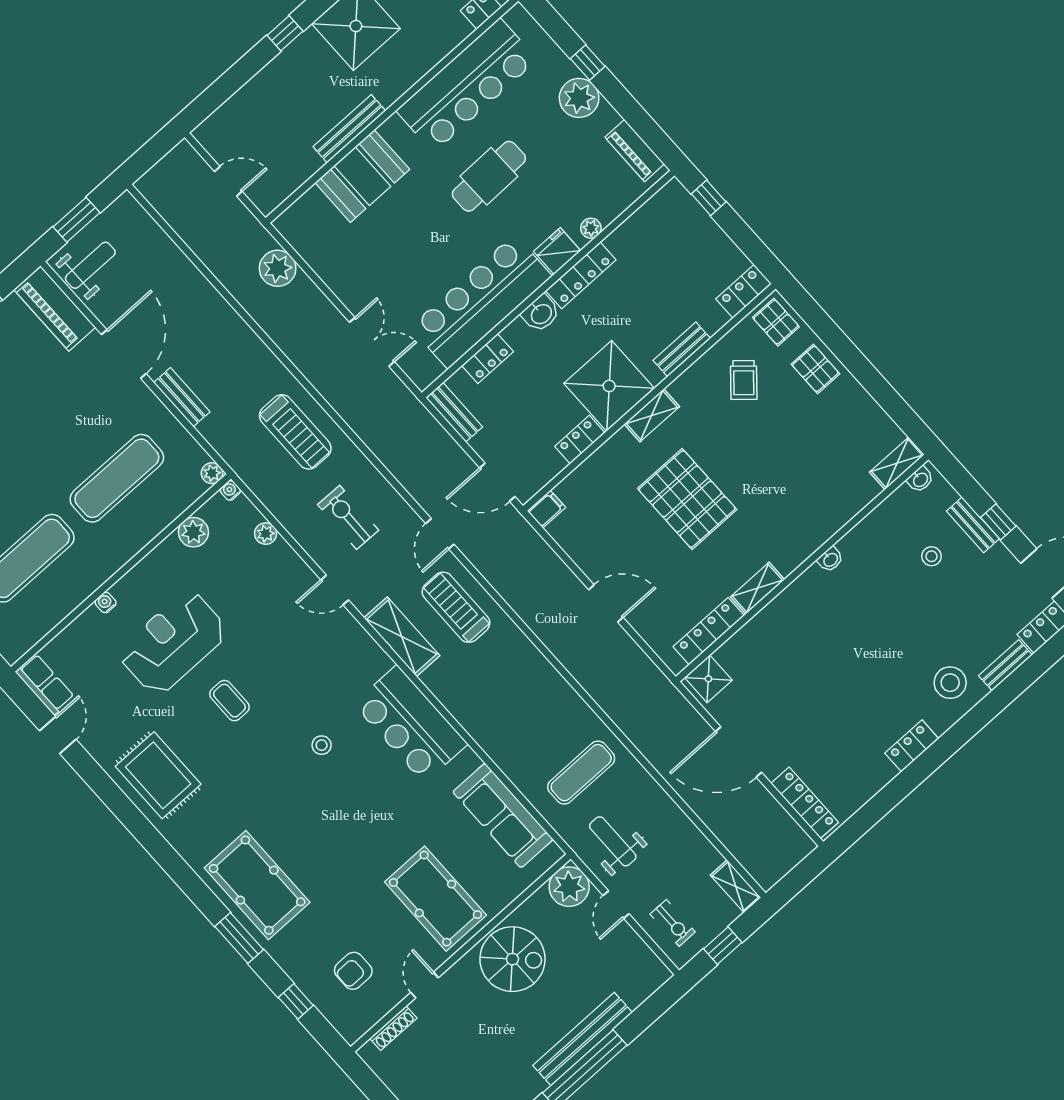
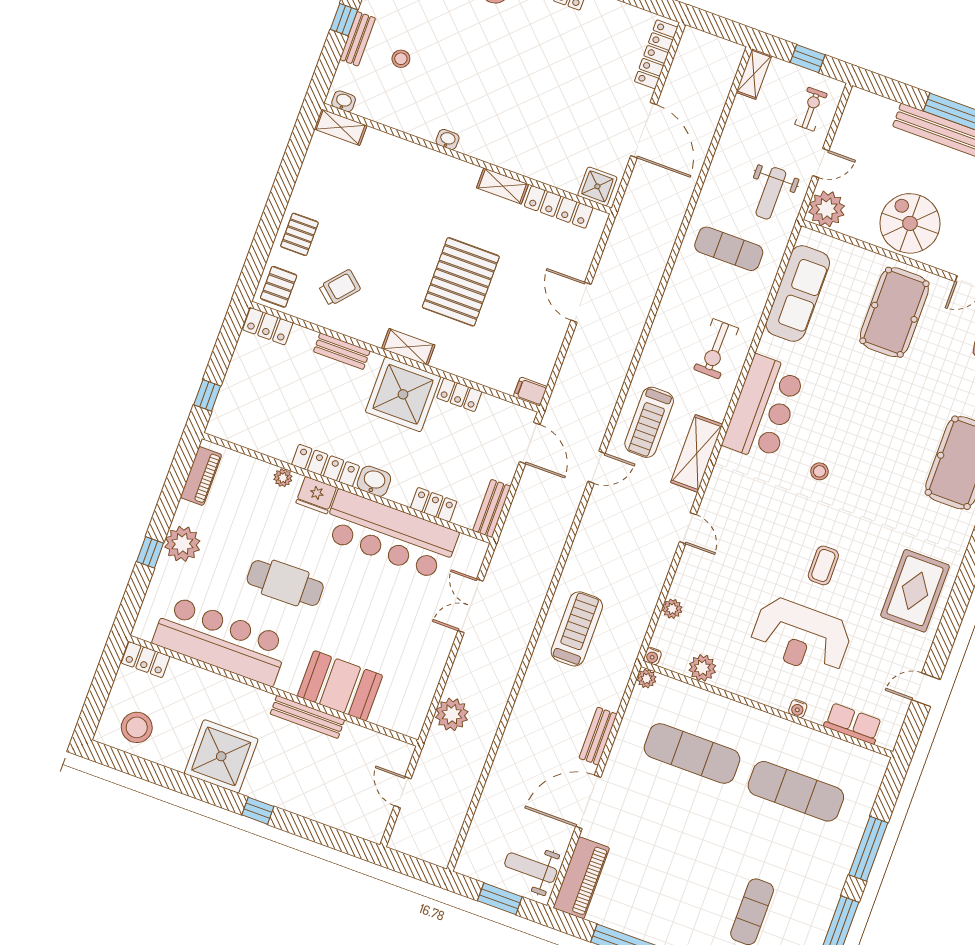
exercise bike: (348, 517) -> (716, 349), moved
row of seats: (45, 684) -> (853, 724), moved, turned 90

